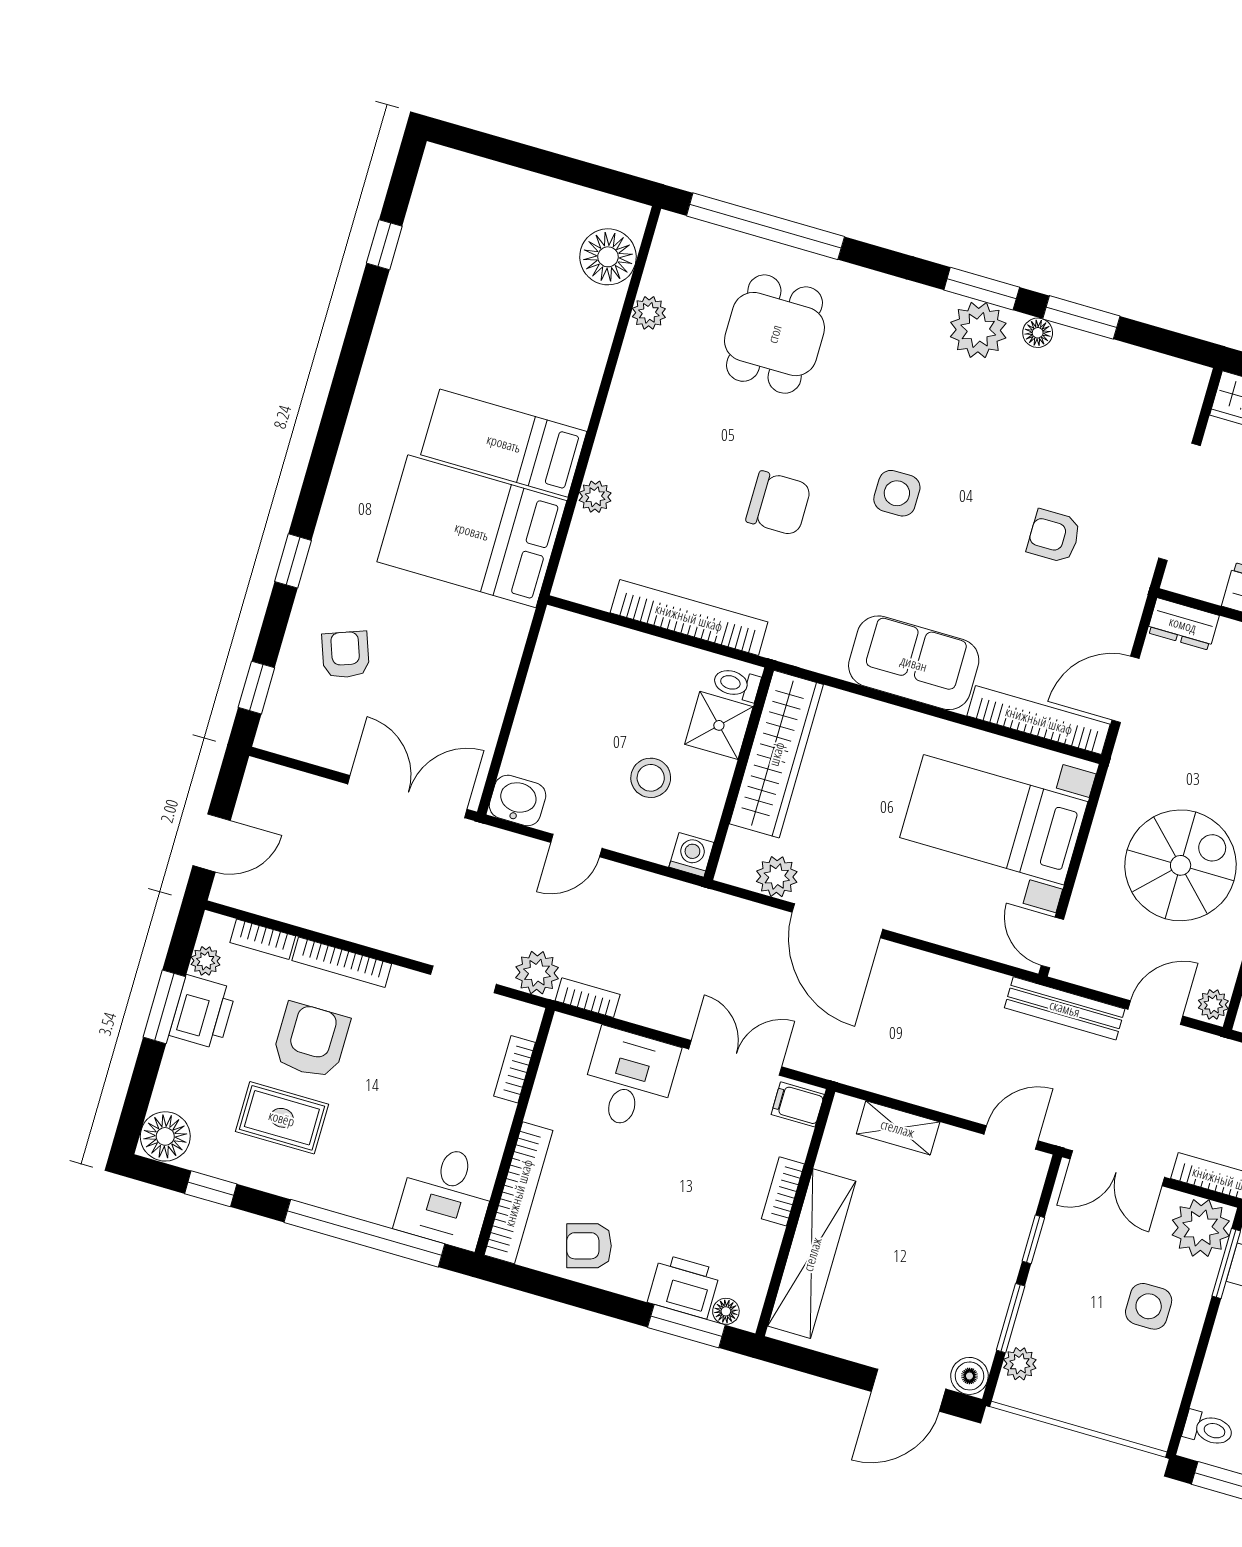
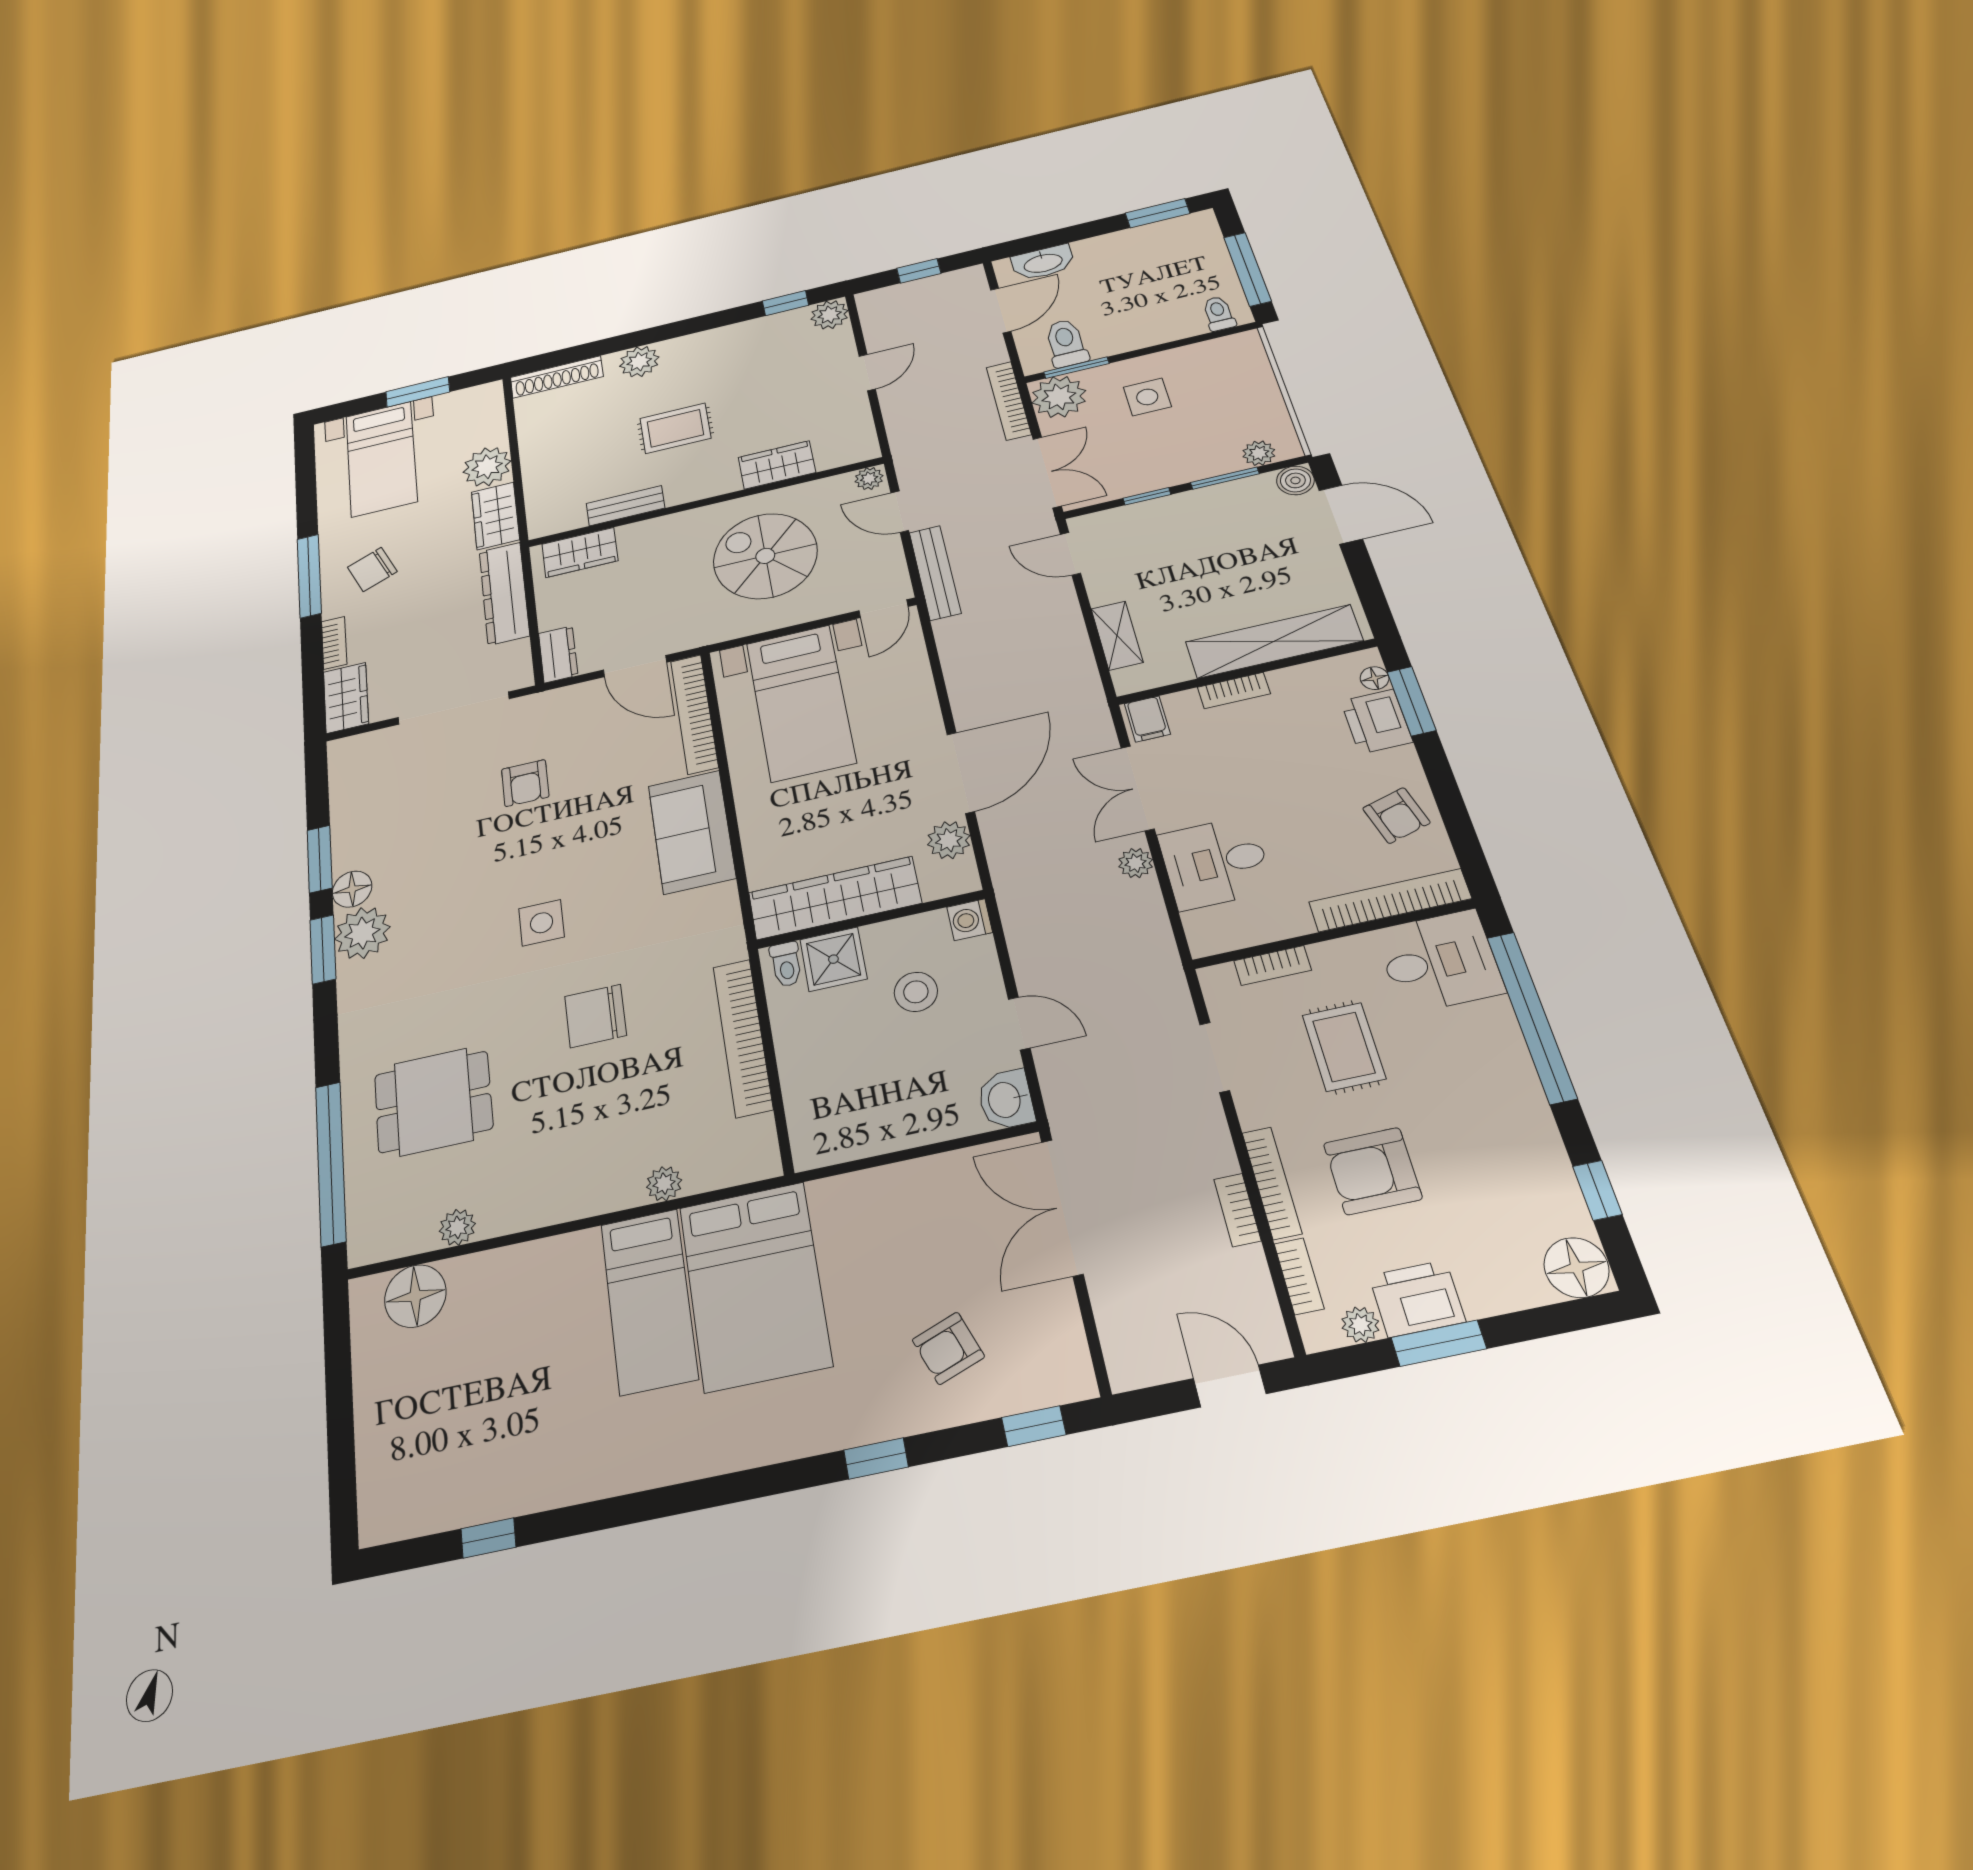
floor lamp: (1038, 333) -> (352, 889), width x1.37, depth x1.37
chair: (779, 503) -> (596, 1016), turned -90
plant: (537, 973) -> (1136, 863), moved, width x0.73, depth x0.73
bookcase: (588, 998) -> (1237, 1210), moved
rug: (282, 1118) -> (1344, 1047), moved

